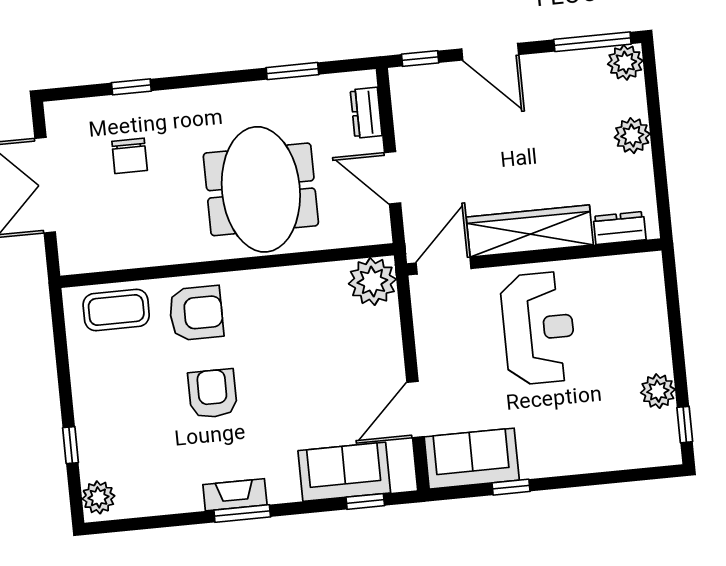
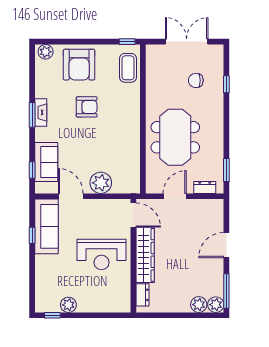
window: (420, 59) -> (226, 214), removed
window: (292, 71) -> (226, 170), moved
plant: (632, 136) -> (199, 305), moved
meeting table: (261, 189) -> (175, 137), turned 90
plant: (372, 281) -> (101, 183), moved
armchair: (196, 313) -> (79, 65), moved, width x1.36, depth x1.36
window: (71, 445) -> (127, 42), moved
sofa: (472, 459) -> (47, 226), width x1.36

